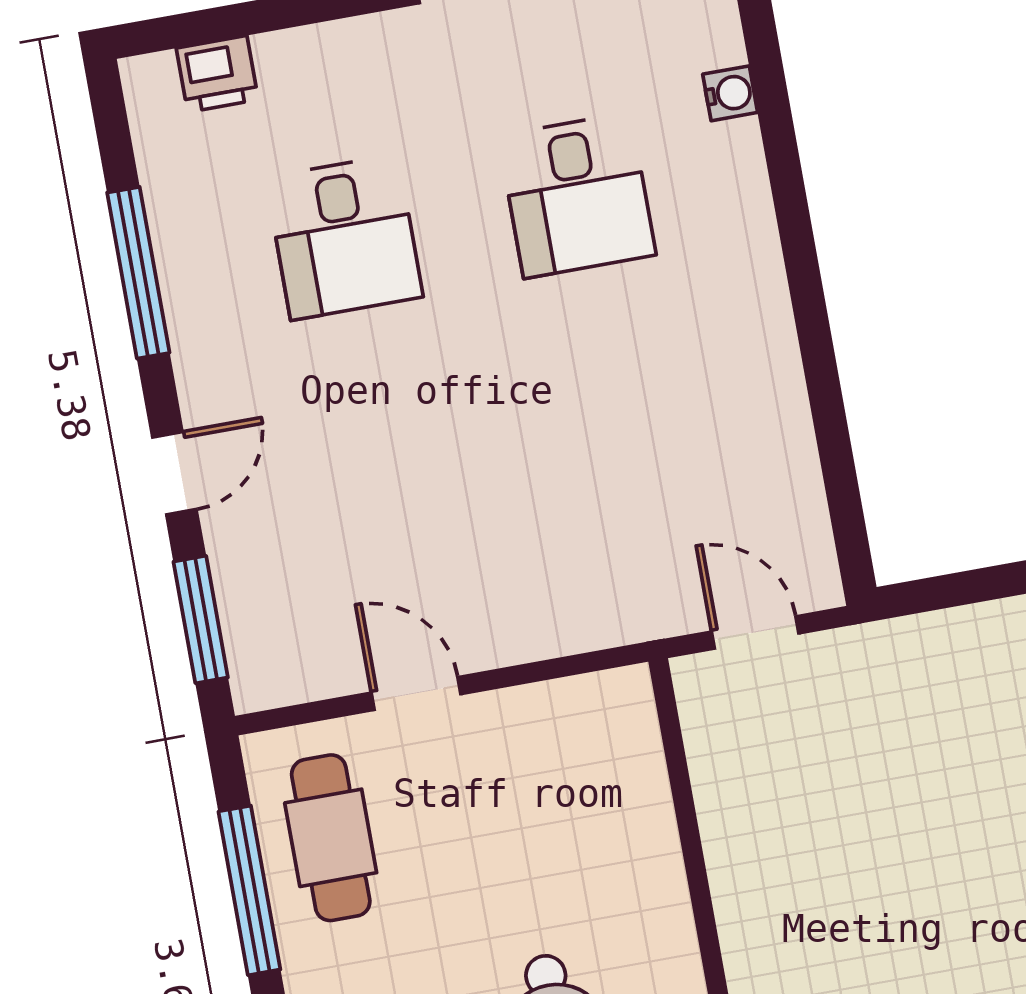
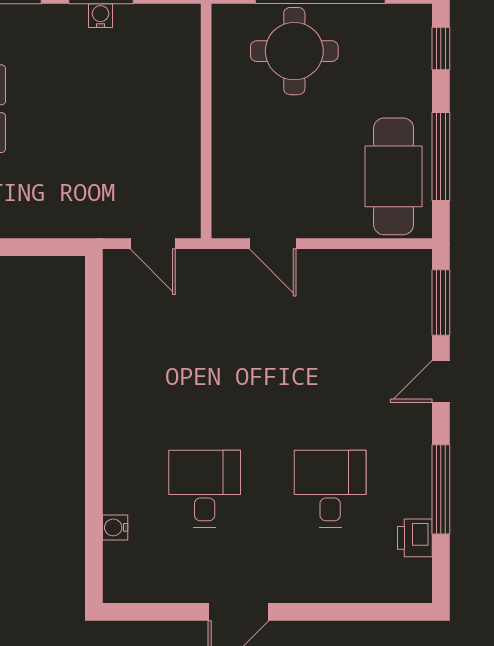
printer: (217, 74) -> (415, 538), moved, turned -90
door: (416, 693) -> (273, 244), moved
cafe table: (331, 838) -> (394, 176), width x1.37, depth x1.35

